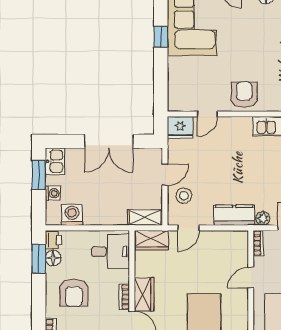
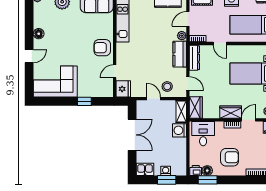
window: (161, 37) -> (84, 101), moved
door: (207, 114) -> (115, 71), swing flipped
window: (39, 175) -> (167, 180), moved
washing machine: (72, 215) -> (180, 130), moved
dresser: (229, 238) -> (194, 58), added

